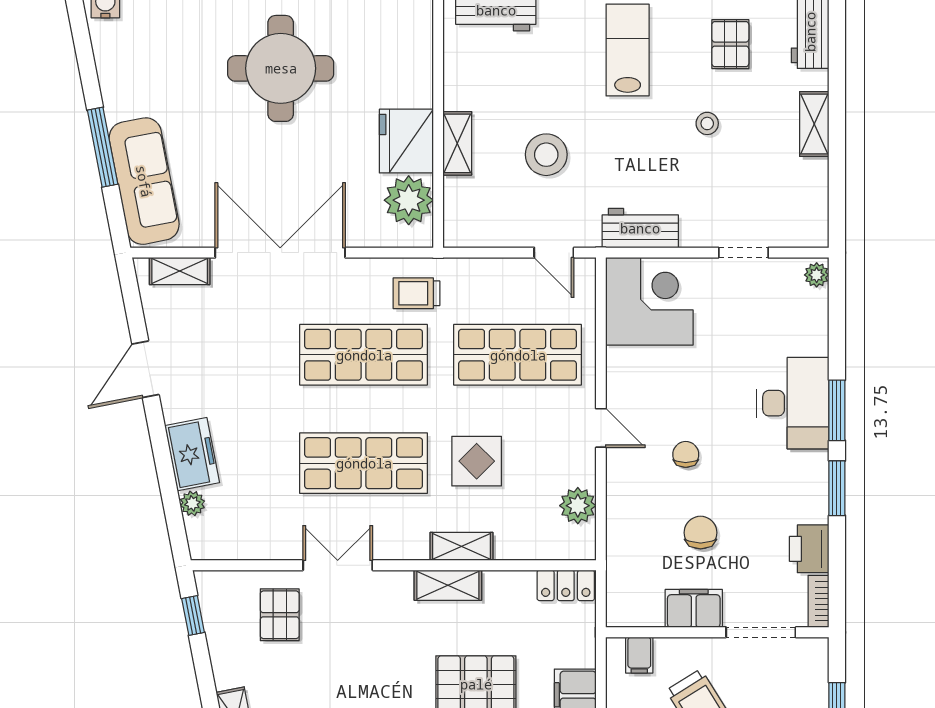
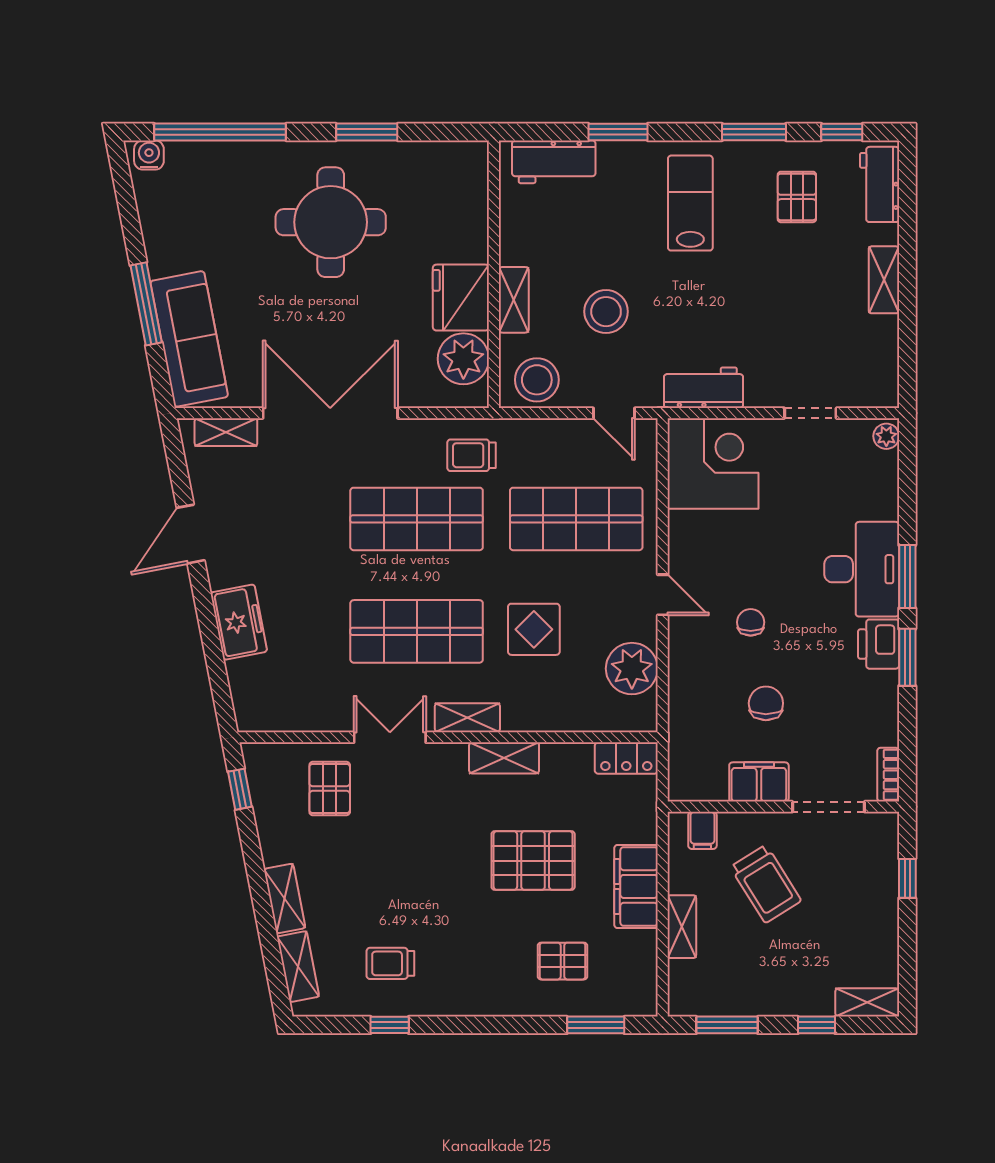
stool: (707, 123) -> (537, 380), moved, width x1.89, depth x1.89
plant: (192, 503) -> (239, 673), removed
plant: (578, 506) -> (632, 669), width x1.36, depth x1.36
shelving: (461, 546) -> (467, 718), moved
printer: (809, 549) -> (879, 644), moved

